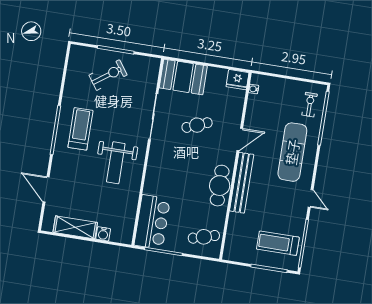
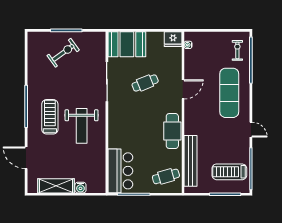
treadmill: (80, 129) -> (50, 117), moved
bench: (242, 183) -> (191, 161), moved

